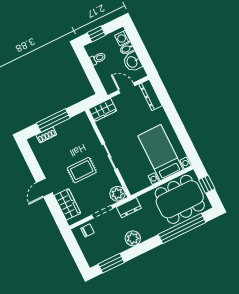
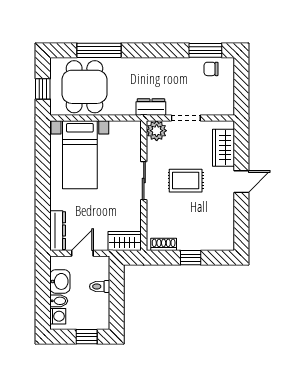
toilet: (98, 58) -> (100, 286), moved
door: (127, 88) -> (82, 253), swing flipped
window: (53, 120) -> (191, 258), width x0.46
shoe rack: (46, 135) -> (164, 244), moved
dining table: (180, 199) -> (84, 87), width x0.73
window: (182, 228) -> (99, 50), width x0.68
chair: (87, 230) -> (211, 69), moved
plant: (133, 238) -> (165, 68), removed

